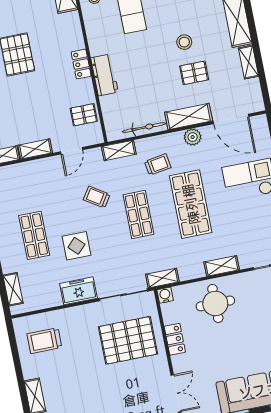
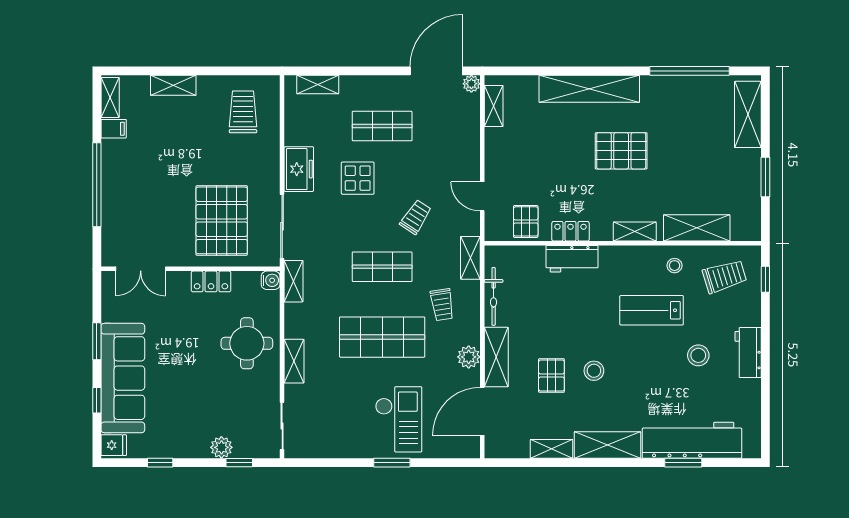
locker: (81, 64) -> (570, 231), moved
shelving: (35, 149) -> (635, 232), moved, turned 90

